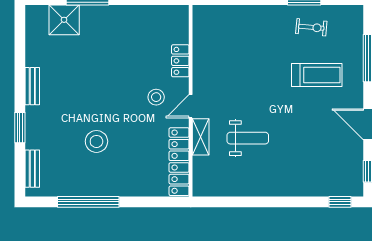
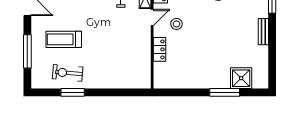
exercise bike: (311, 27) -> (68, 73), width x1.38, depth x1.39

